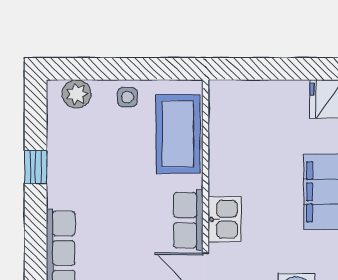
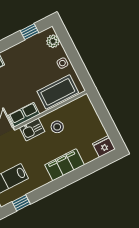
window: (36, 167) -> (29, 32), moved
stool: (244, 169) -> (57, 127), added

